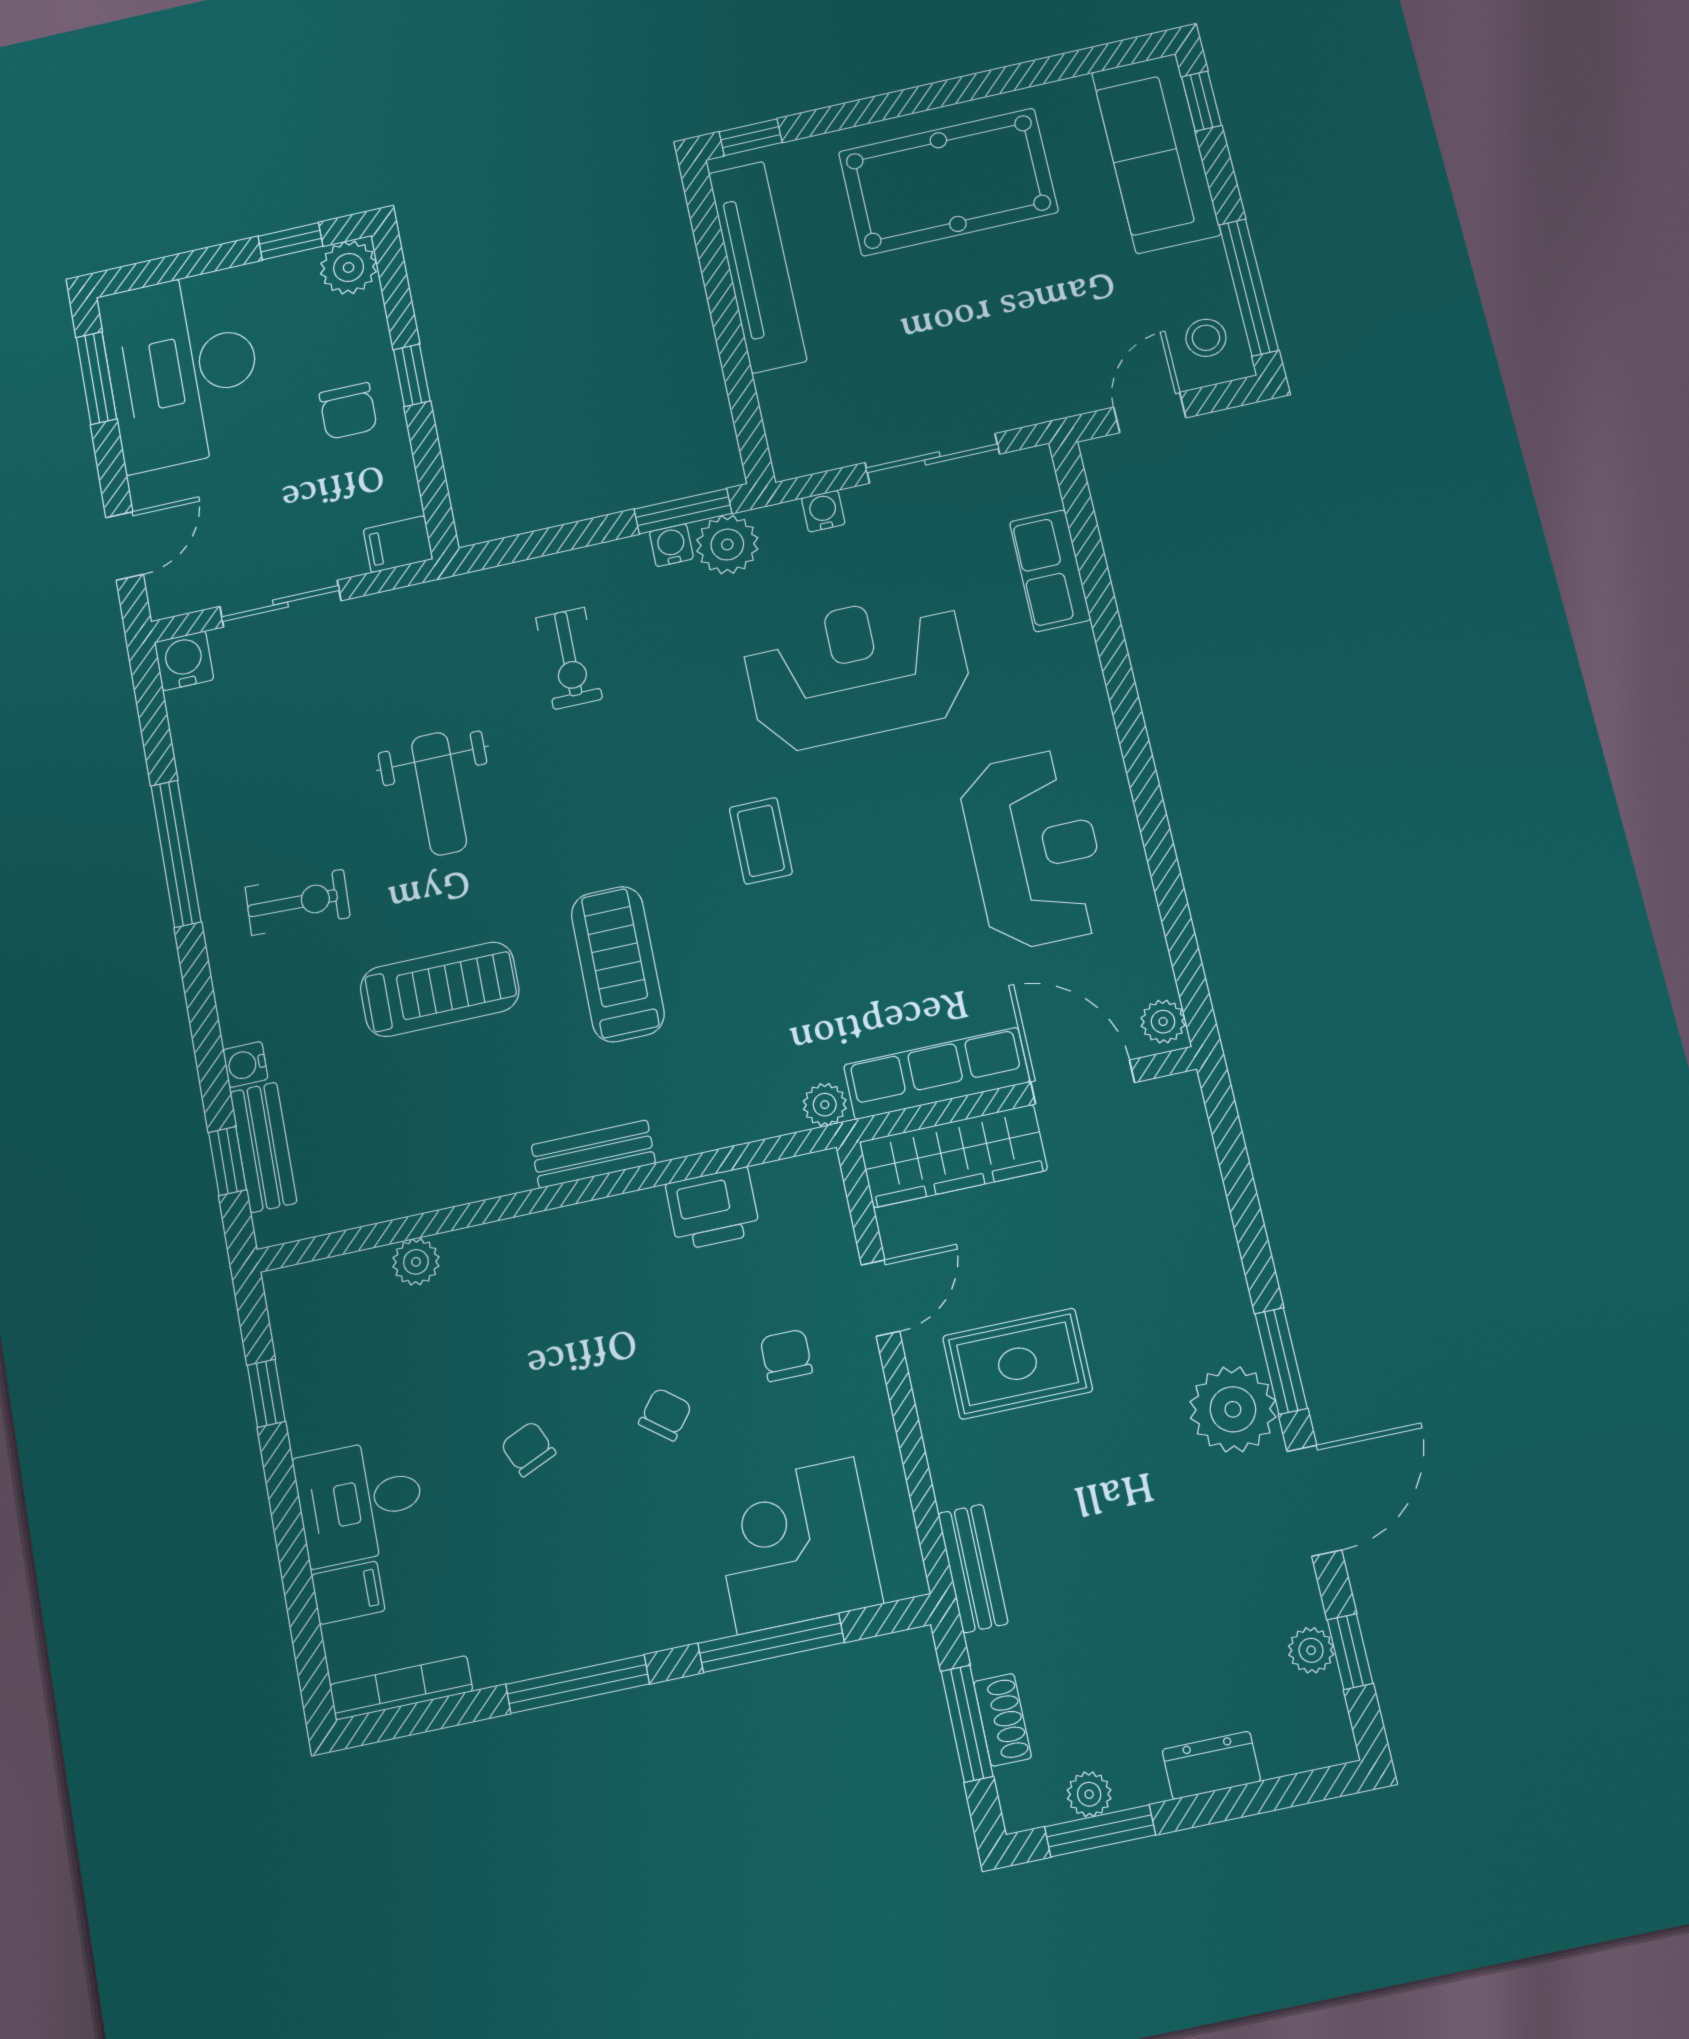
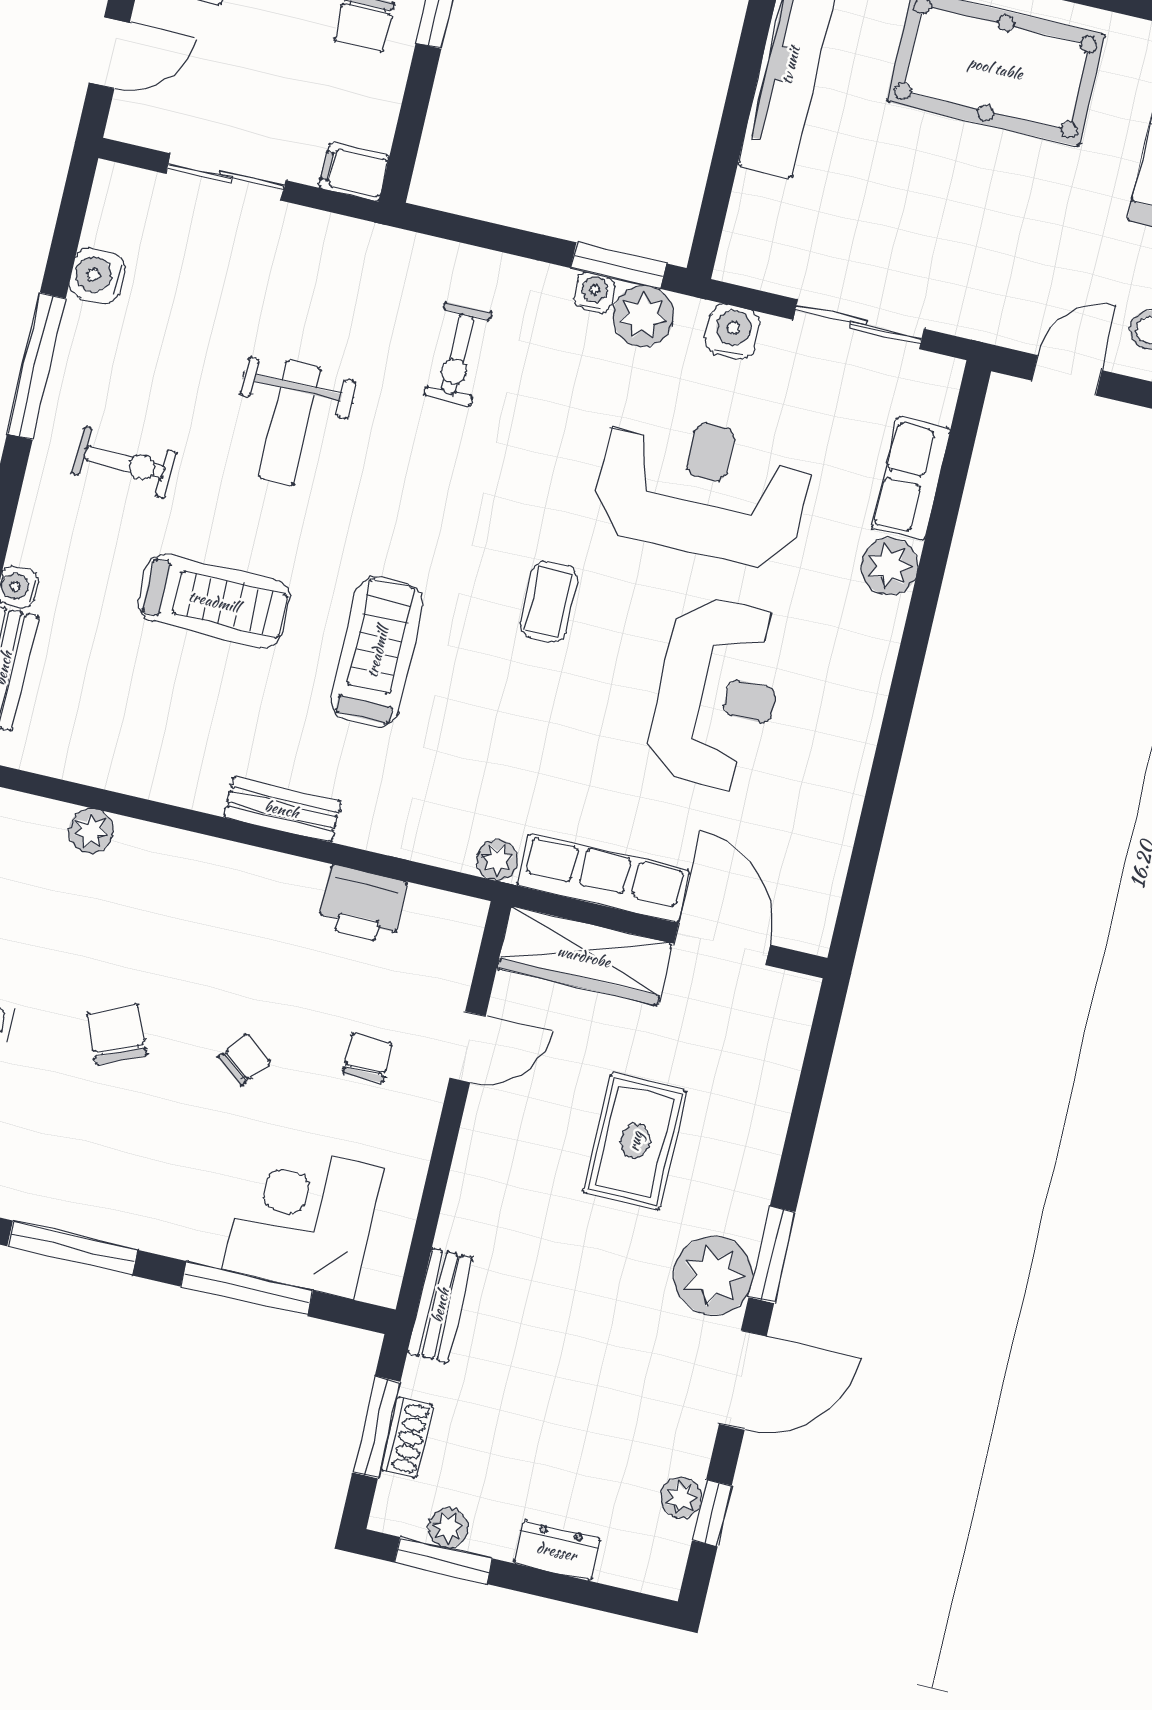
water cooler: (823, 511) -> (733, 332), width x1.38, depth x1.38
water cooler: (184, 661) -> (97, 275), moved, turned -90
reception desk: (1035, 849) -> (717, 694), moved
plant: (1163, 1022) -> (889, 566), moved, width x1.38, depth x1.38
rug: (1017, 1364) -> (635, 1141), moved, turned 90
chair: (528, 1449) -> (117, 1035), width x1.37, depth x1.37

